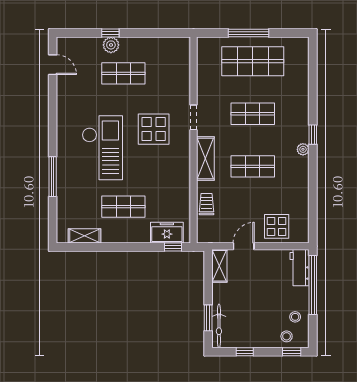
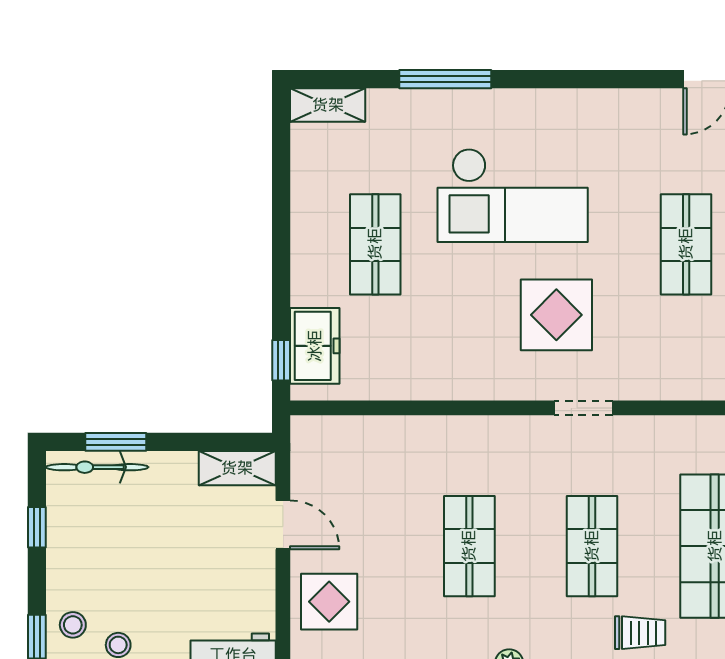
shelving: (205, 158) -> (488, 435), removed
trolley: (207, 204) -> (640, 633), moved
shelving: (84, 236) -> (328, 105), moved, turned 90

